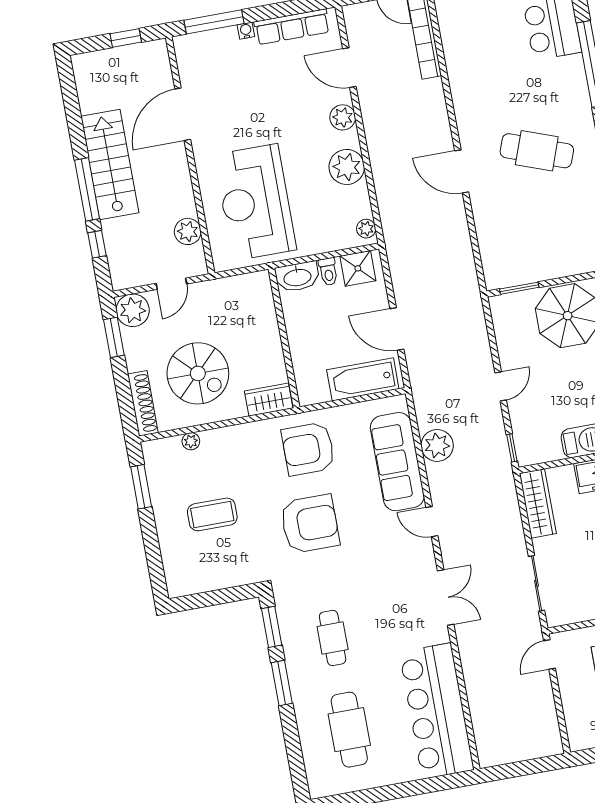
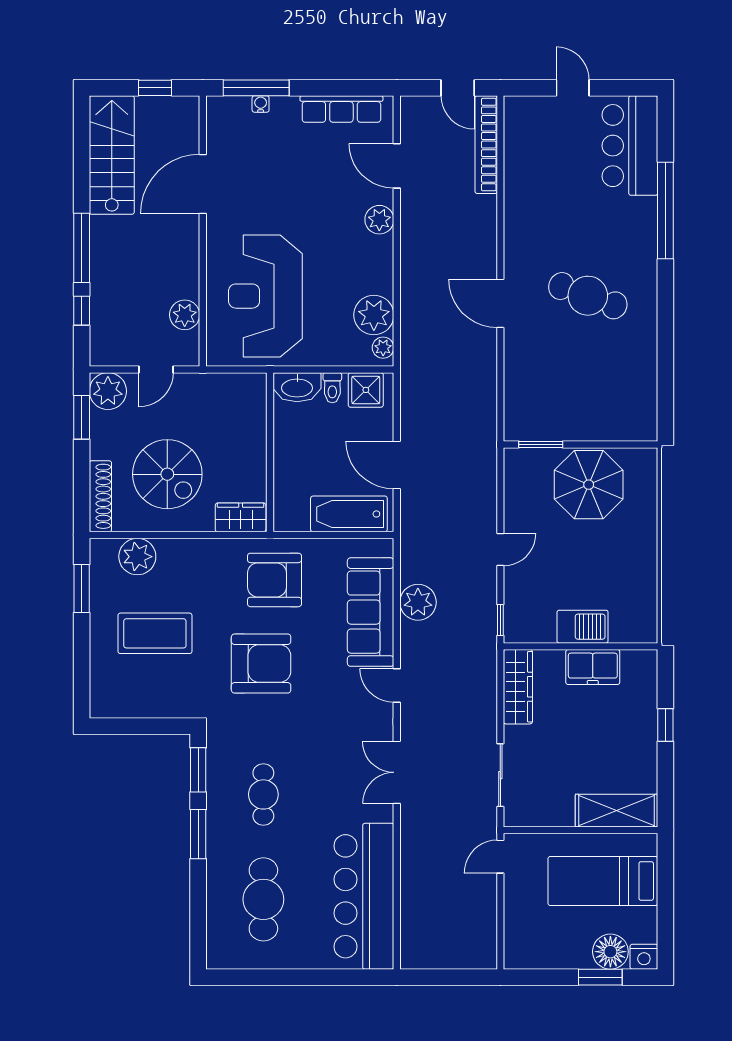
water cooler: (246, 31) -> (261, 104), moved
stairs: (110, 165) -> (112, 155), moved
plant: (347, 167) -> (374, 315), moved
plant: (191, 441) -> (137, 557), width x1.88, depth x1.88
coffee table: (212, 514) -> (155, 633), width x1.36, depth x1.32
double door: (446, 598) -> (397, 772), swing flipped

